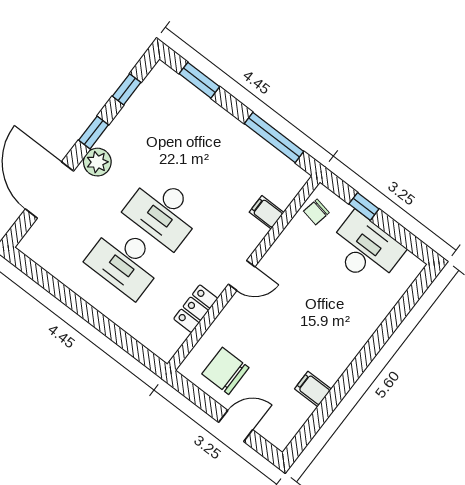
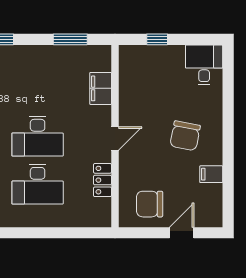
window: (274, 137) -> (70, 39), width x0.69
filing cabinet: (267, 212) -> (101, 88), width x2.00
chair: (316, 212) -> (185, 136), moved, width x1.87, depth x1.87
desk: (365, 249) -> (204, 65), moved, width x0.73

